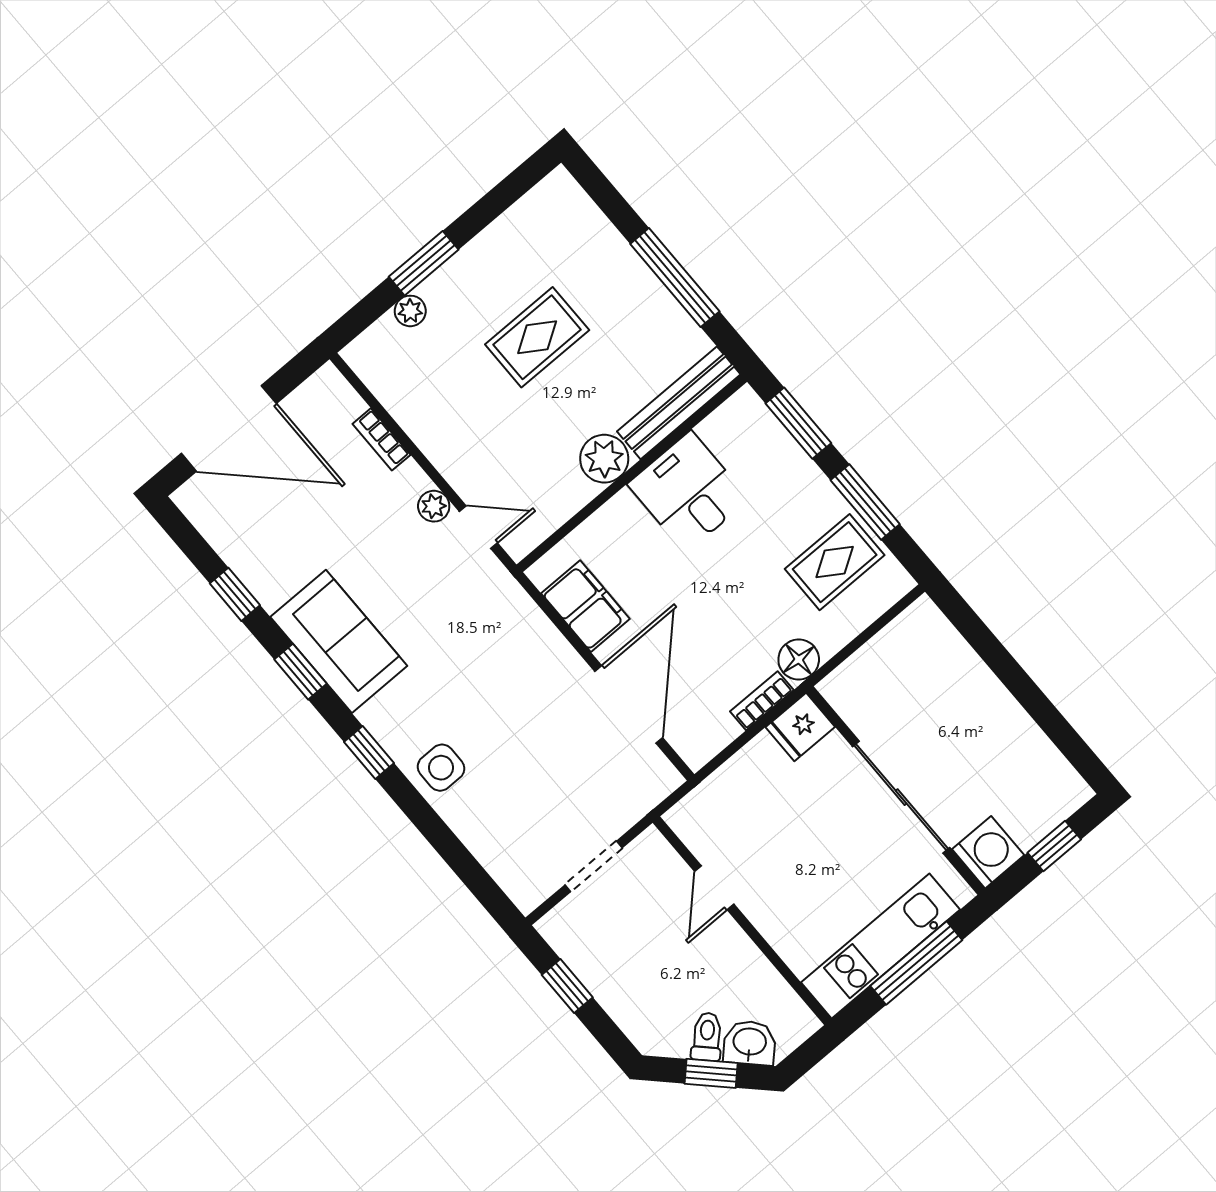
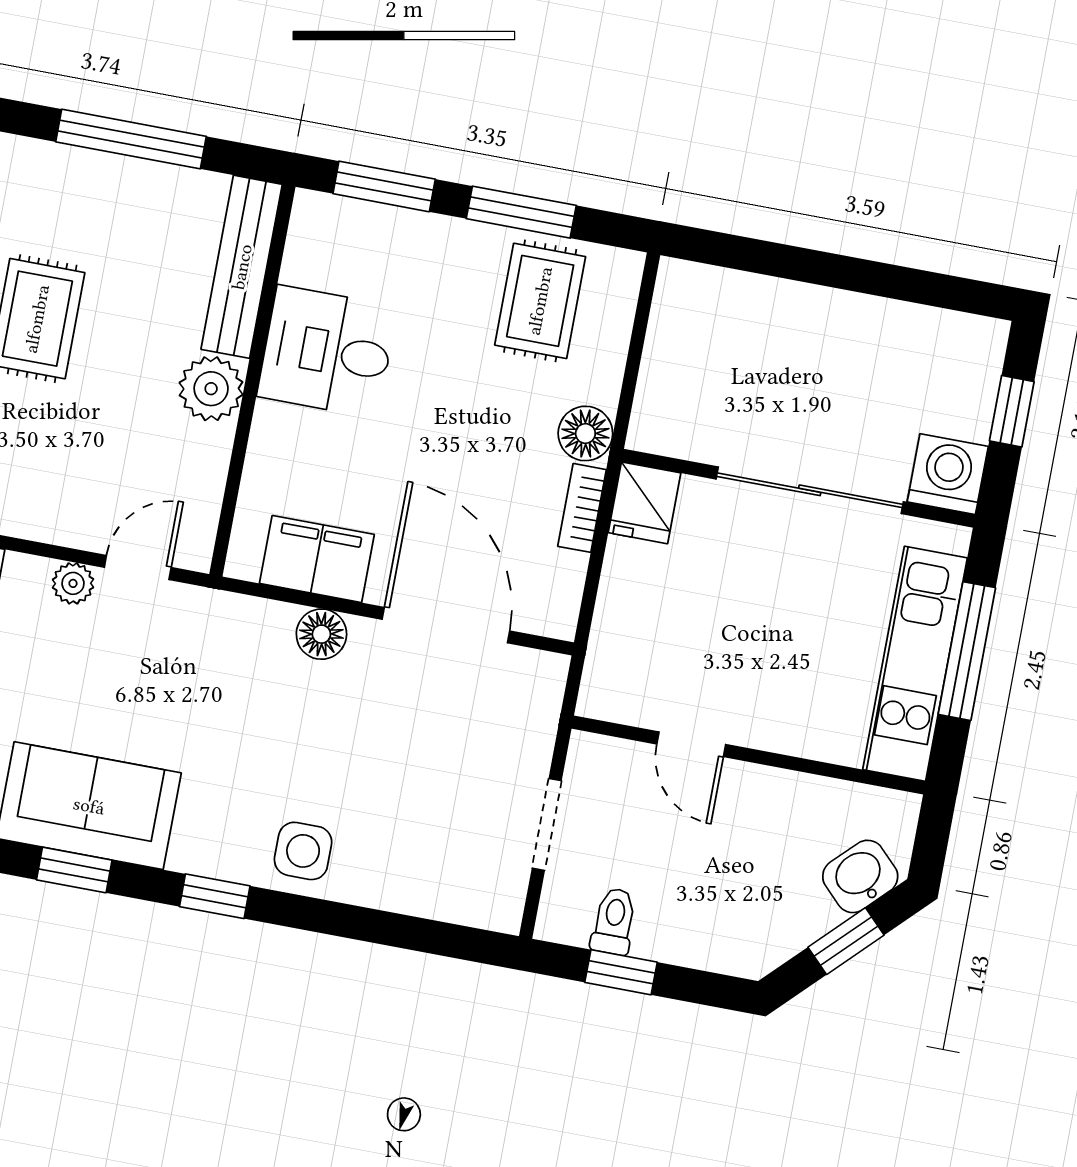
floor lamp: (553, 651) -> (321, 634), added
toilet: (707, 1037) -> (614, 921), moved, turned 45

